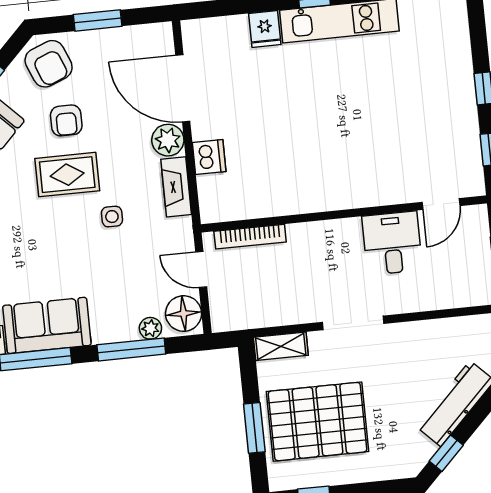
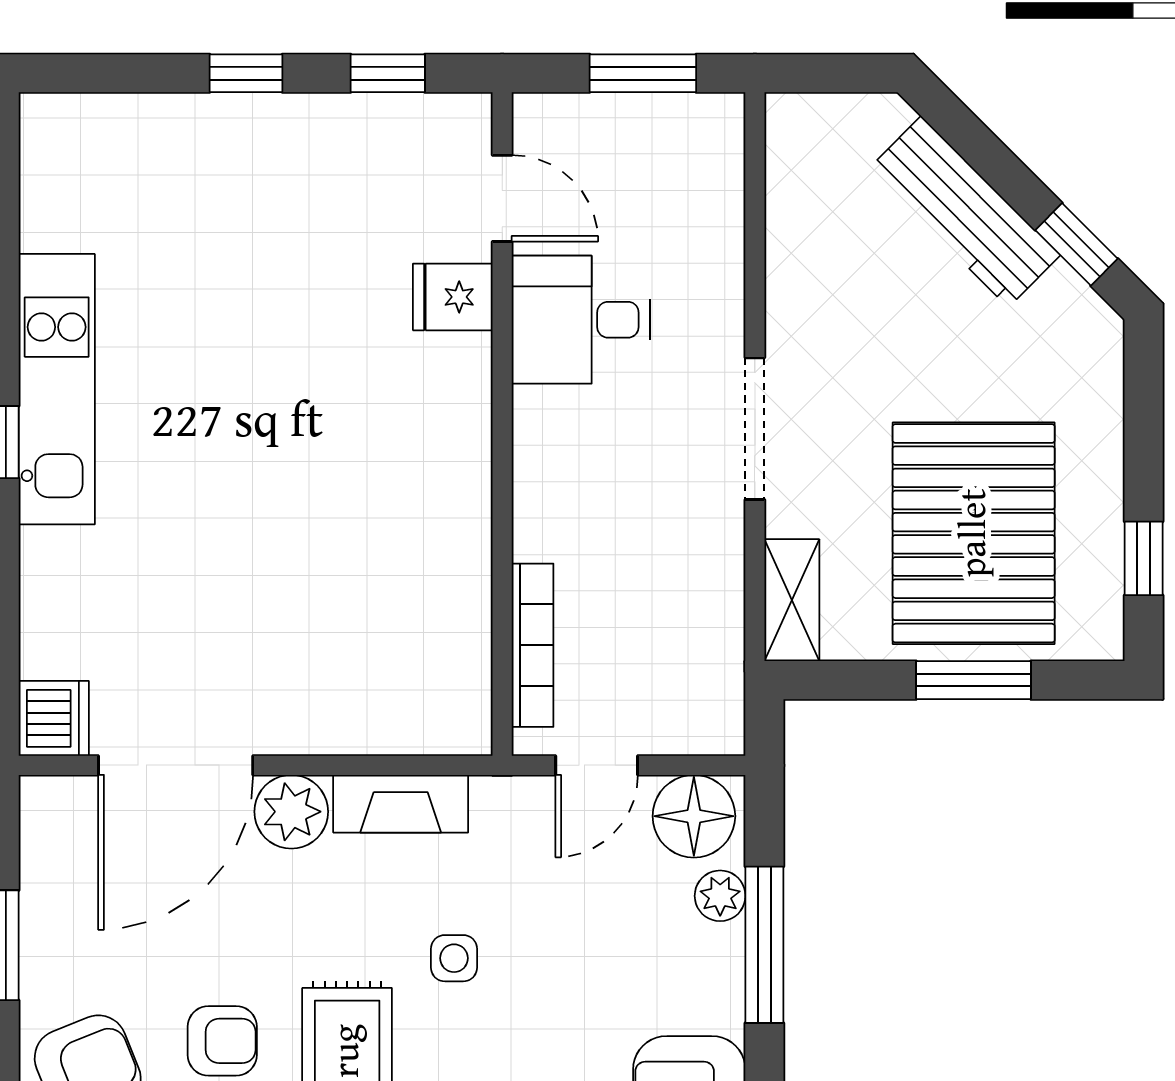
fridge: (265, 29) -> (453, 297), moved, turned 180
dishwasher: (209, 157) -> (54, 718), moved, turned 90

